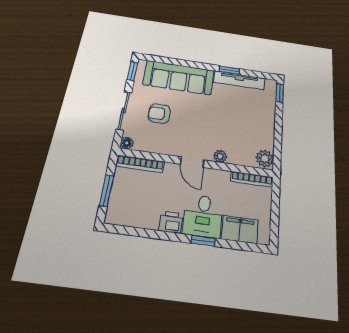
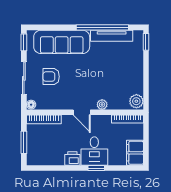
window: (229, 70) -> (102, 27), width x3.17
filing cabinet: (240, 229) -> (135, 153), moved, turned -90

